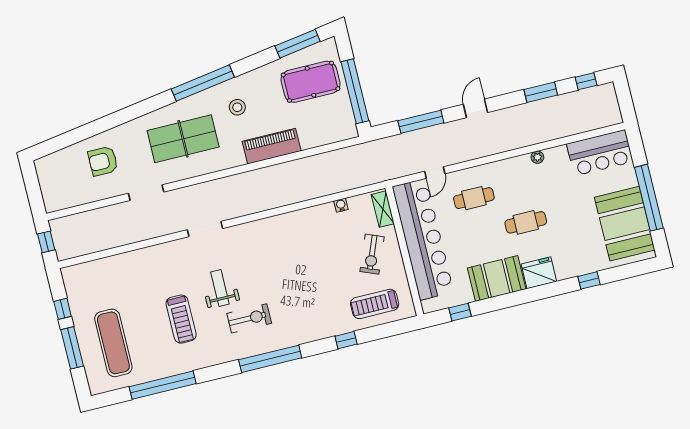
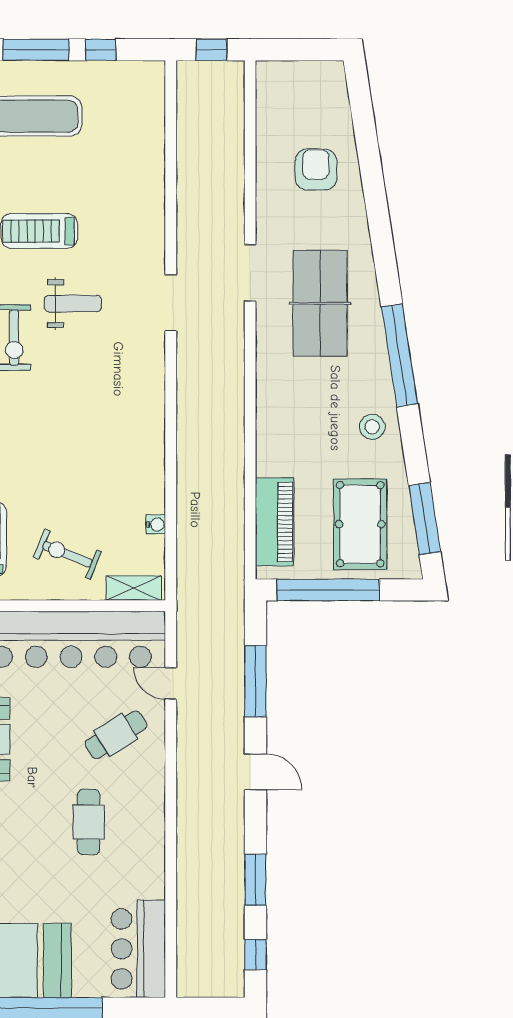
stool: (237, 107) -> (372, 427), moved
piano: (272, 146) -> (275, 522), moved
plant: (537, 157) -> (155, 850), removed
doorway: (146, 193) -> (250, 273), moved
cafe table: (474, 198) -> (116, 735), turned 58
cafe table: (526, 222) -> (88, 822), moved

